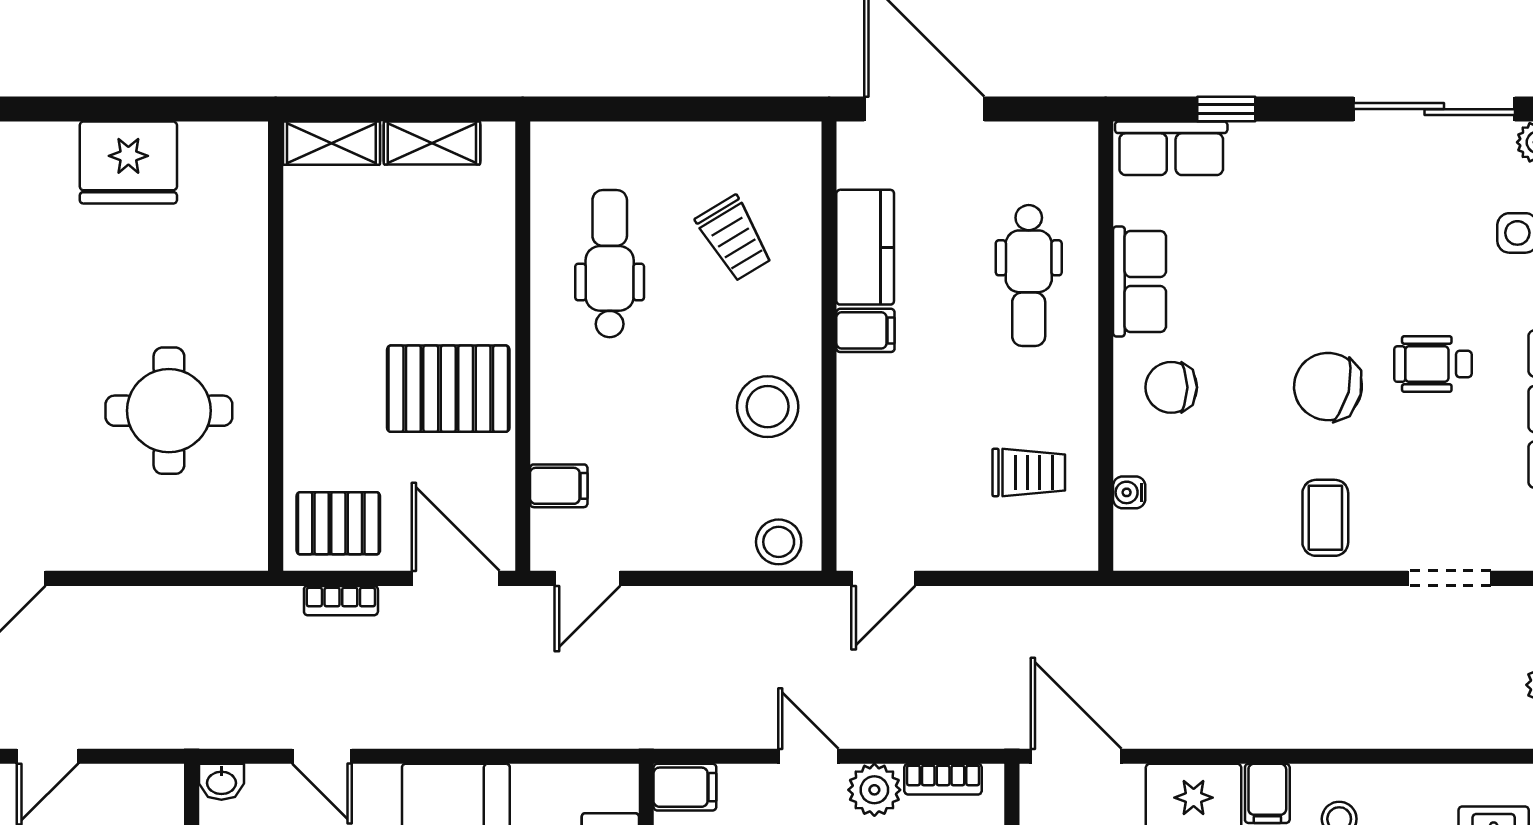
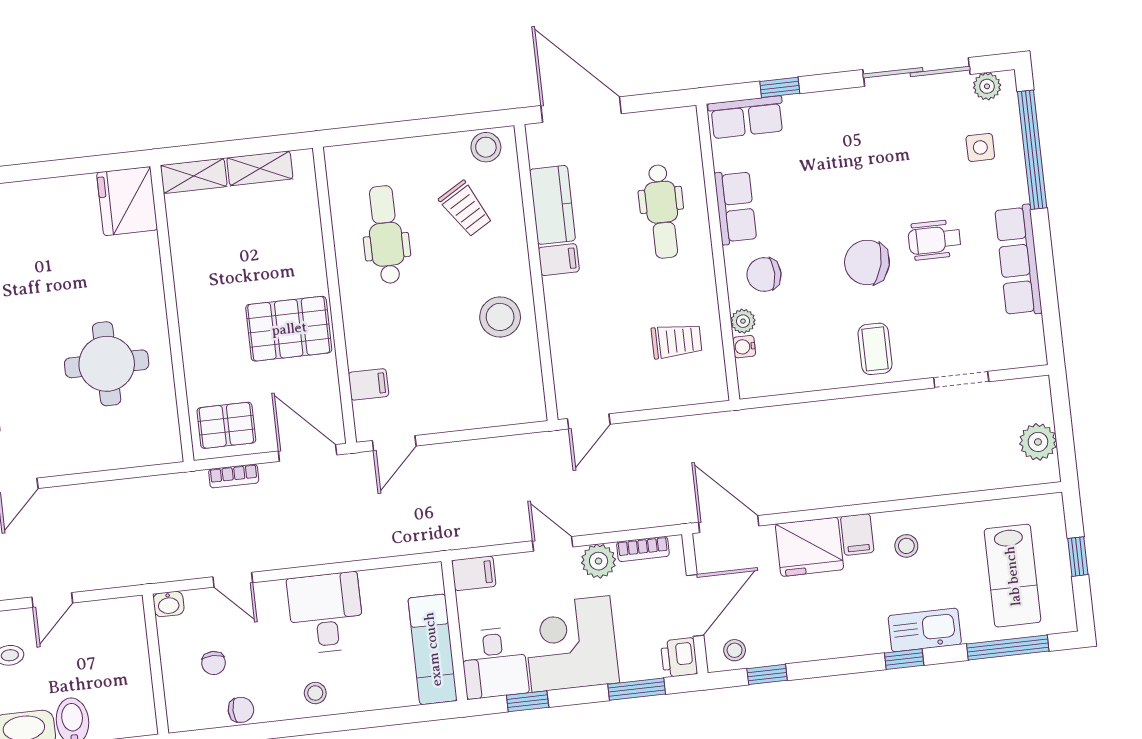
fridge: (128, 162) -> (127, 201), moved, turned 90
plant: (1132, 454) -> (743, 321), added
stool: (779, 542) -> (486, 147), moved

